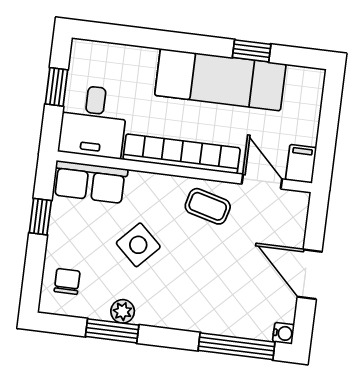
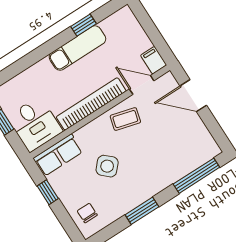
exam couch: (220, 80) -> (77, 48), width x0.73, depth x0.69
door: (310, 274) -> (193, 96), moved
plant: (123, 311) -> (127, 205), removed
window: (112, 331) -> (142, 211), moved
water cooler: (283, 333) -> (214, 150), removed

